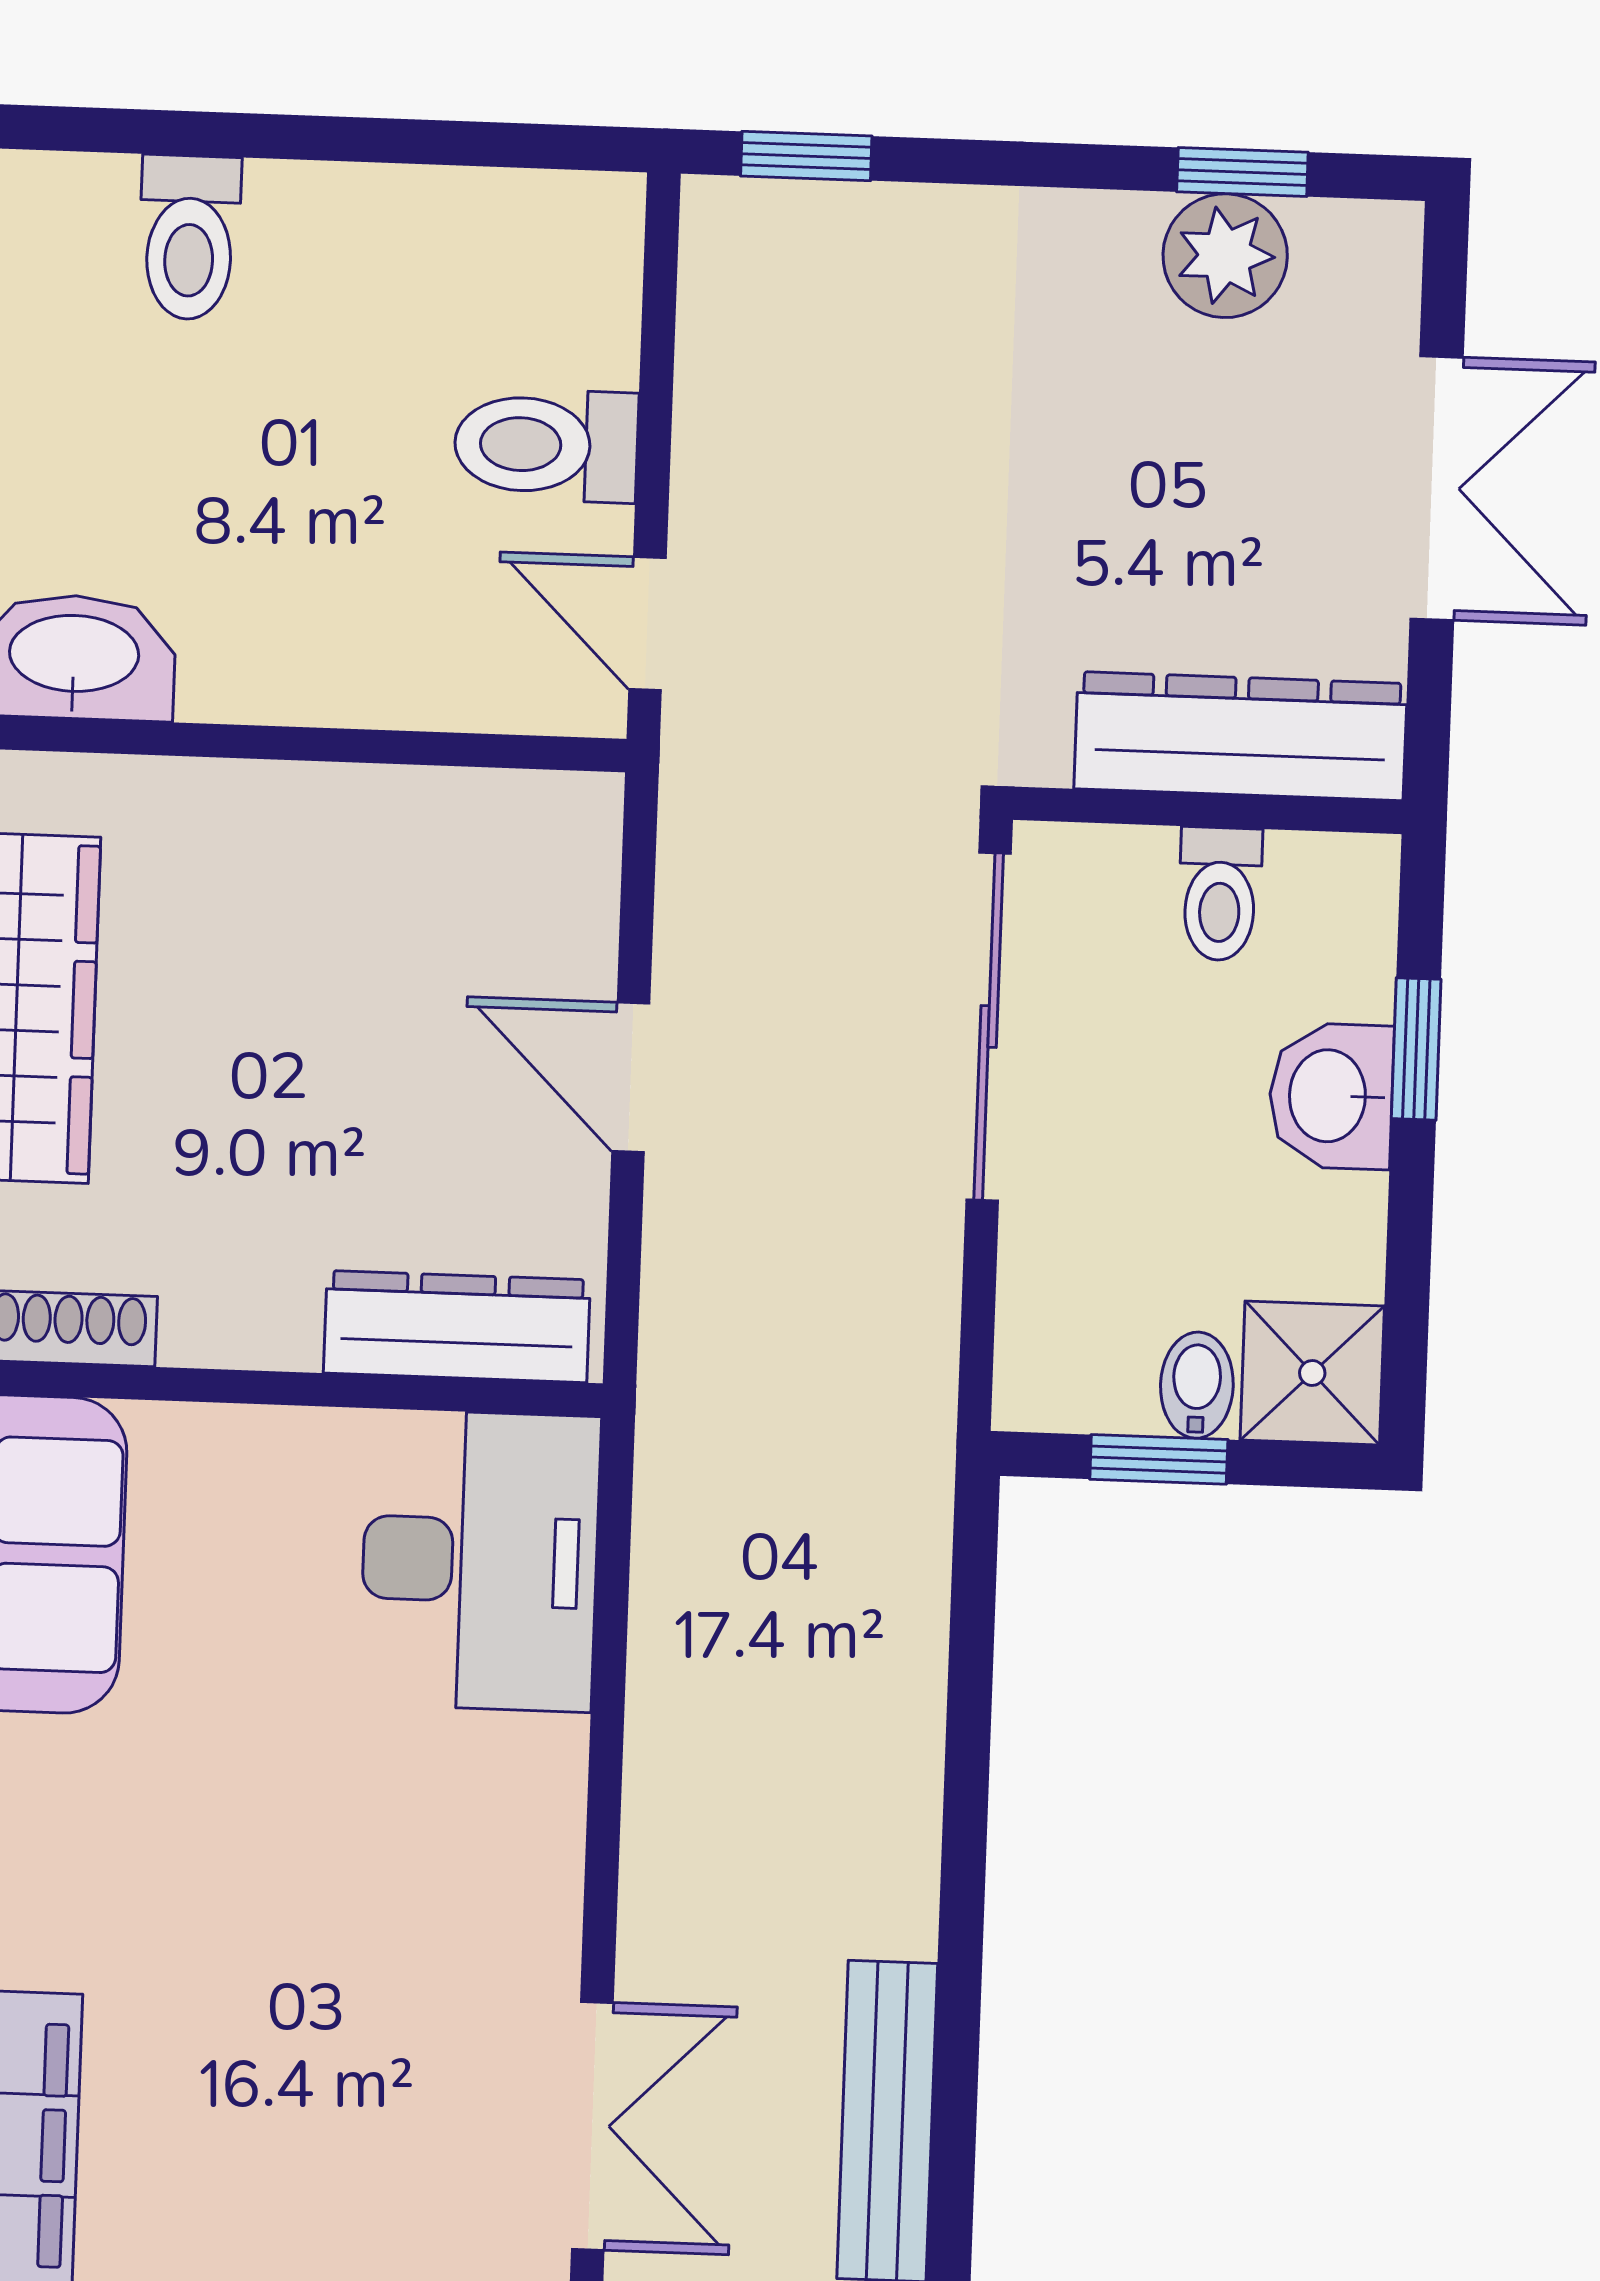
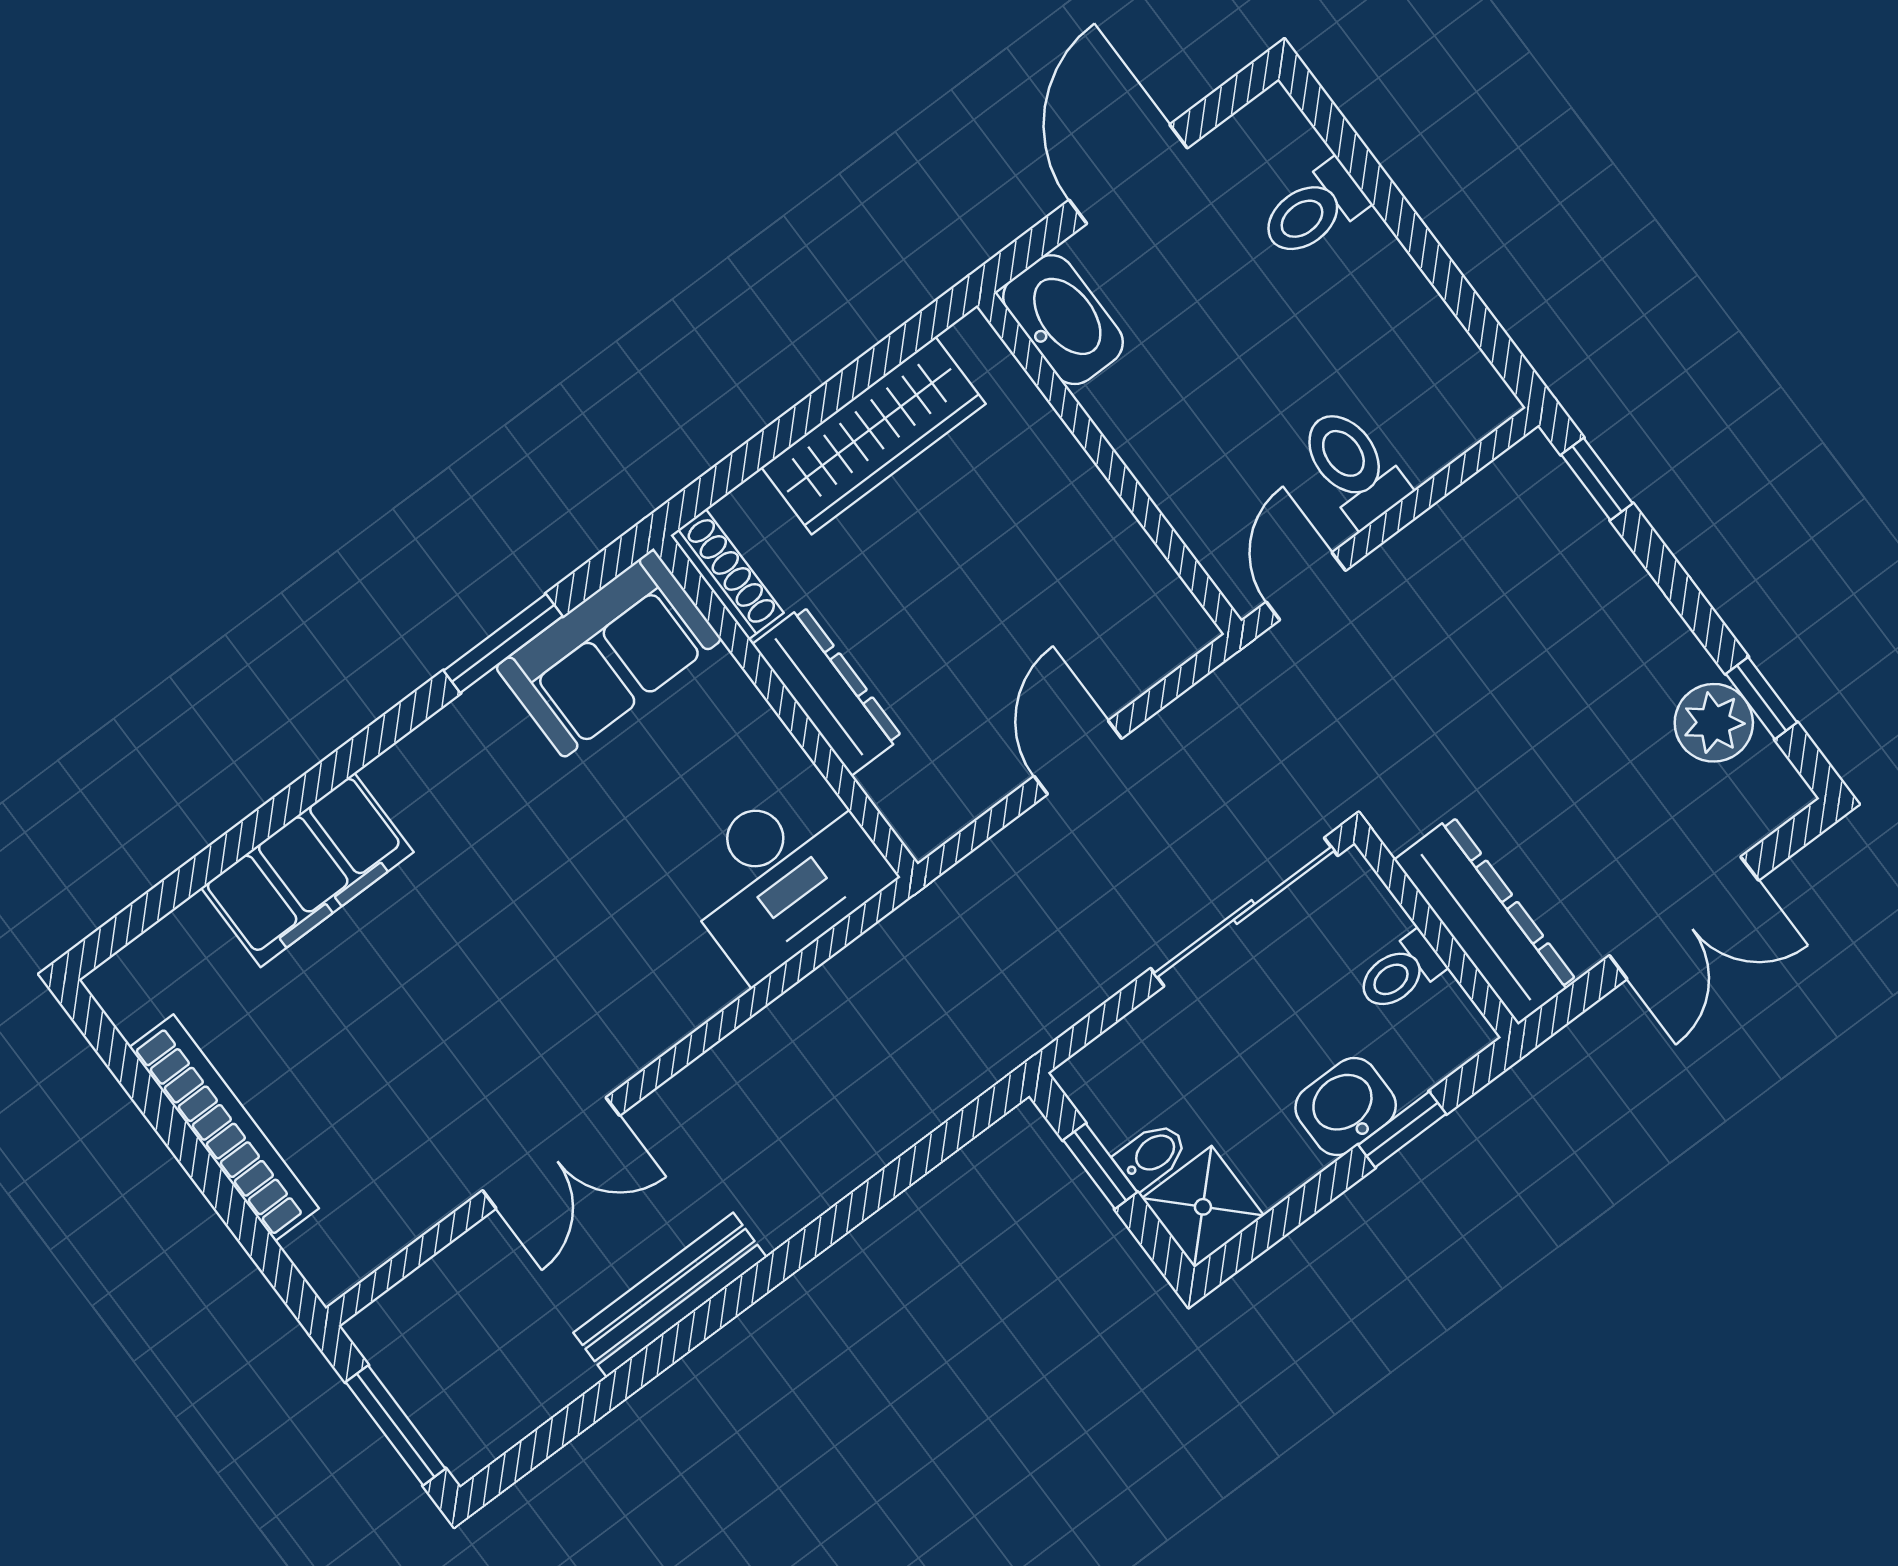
dresser: (457, 1326) -> (827, 691), moved

